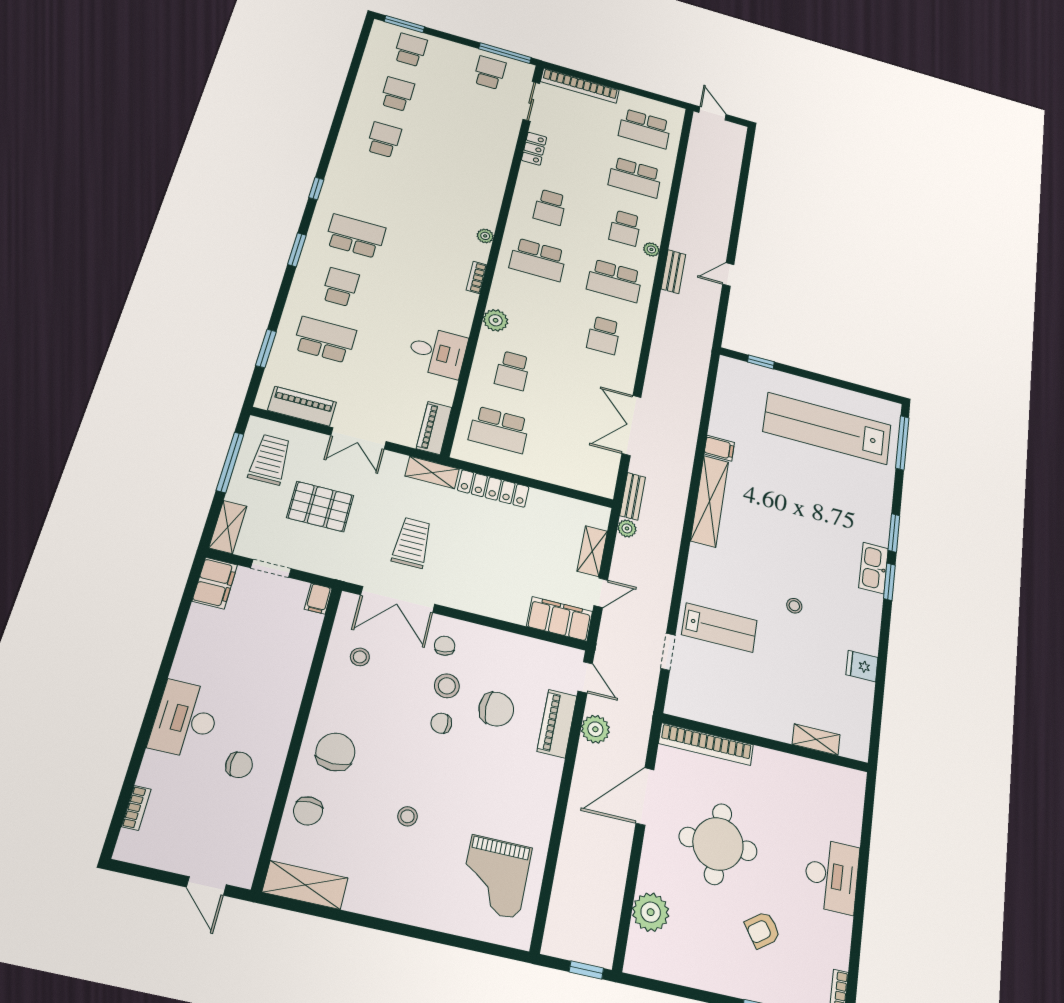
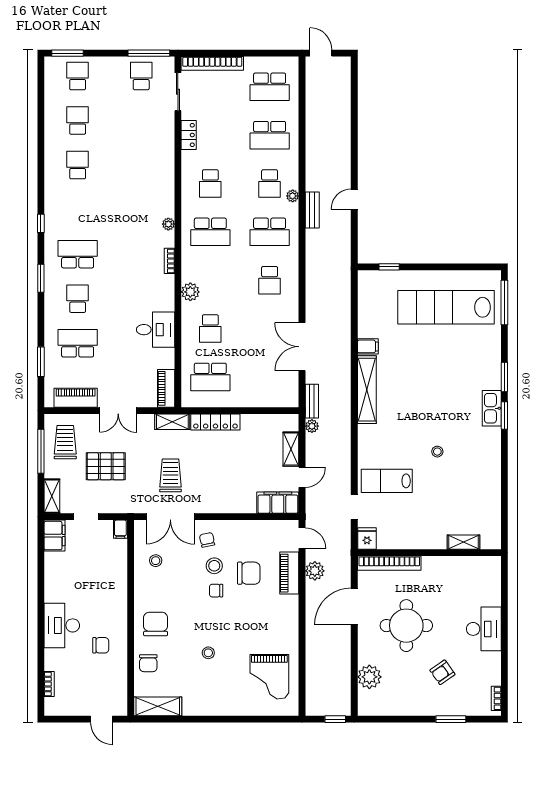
lab bench: (719, 628) -> (387, 481), turned 180
fridge: (862, 666) -> (367, 539), moved, turned 90

